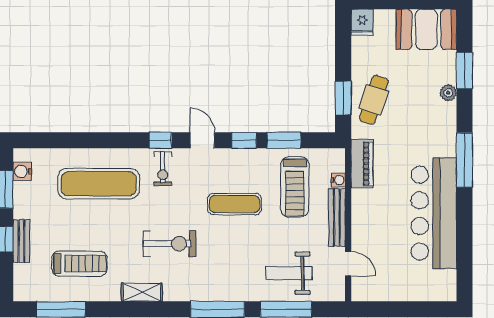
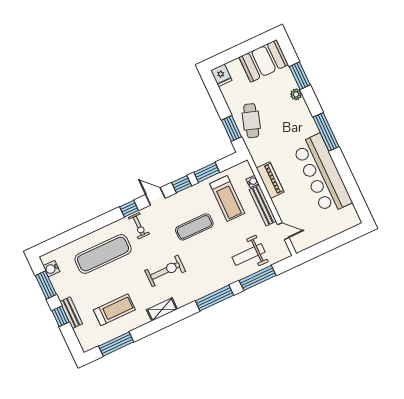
piano: (362, 164) -> (270, 180), moved

